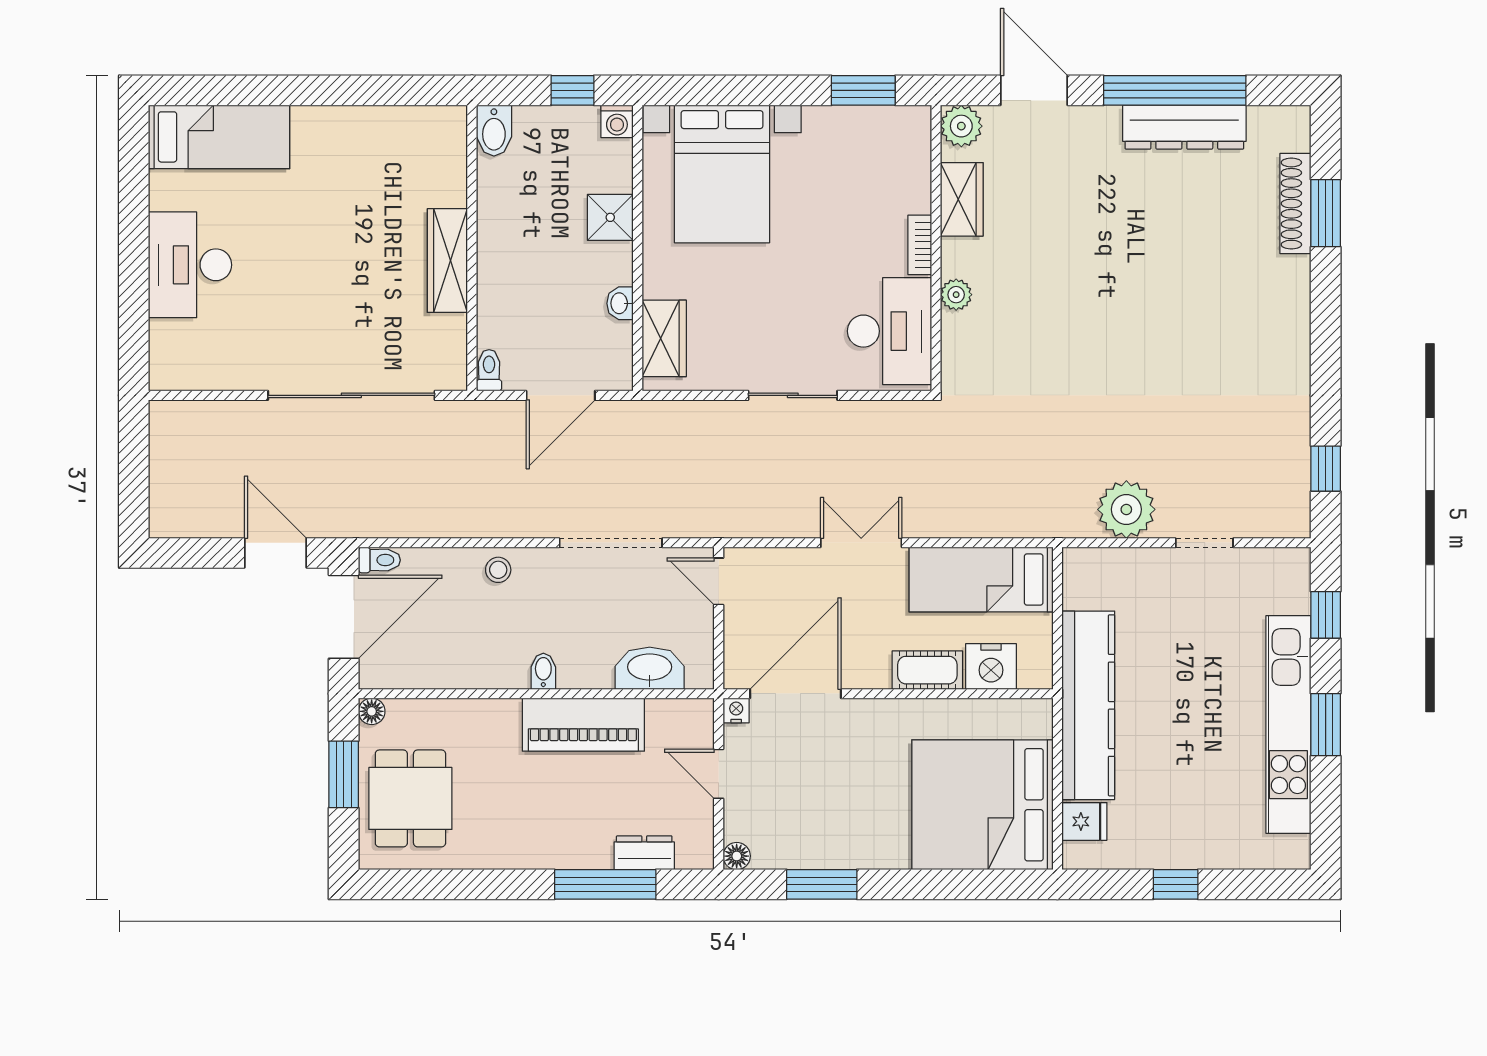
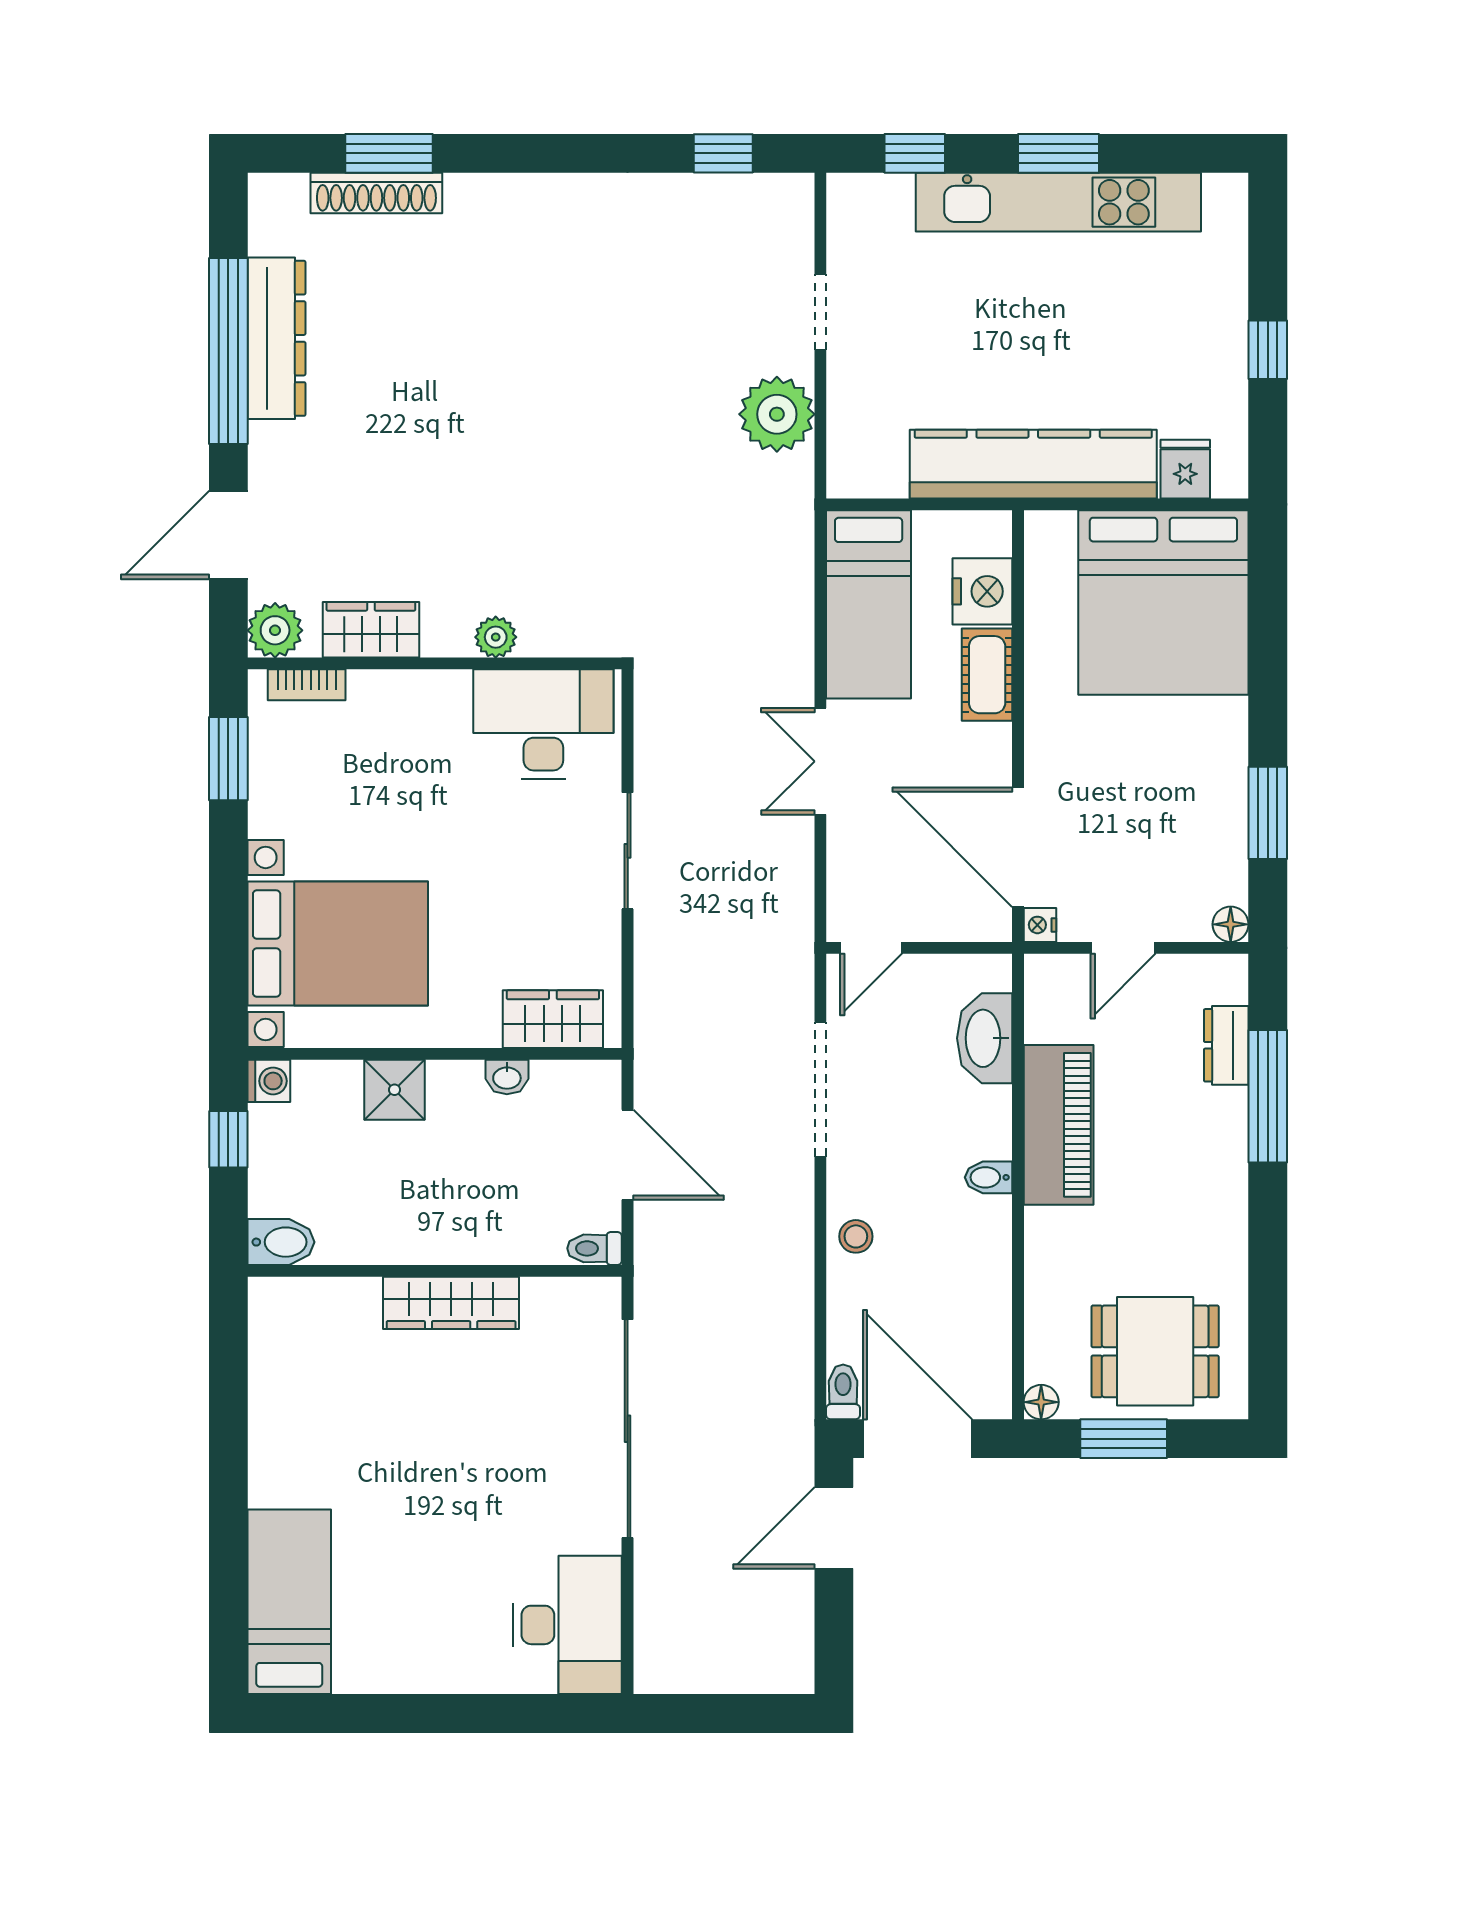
bookcase: (920, 245) -> (307, 685), moved
desk: (190, 265) -> (567, 1625), moved, turned -90

